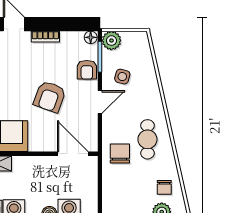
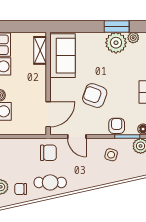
armchair: (87, 70) -> (117, 126), turned 90
door: (100, 102) -> (77, 136), moved
cafe table: (147, 139) -> (50, 182), moved

